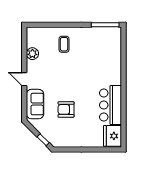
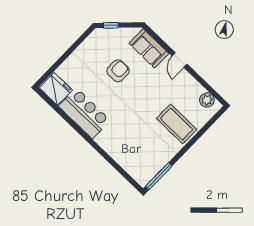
coffee table: (64, 44) -> (177, 124), width x1.86, depth x1.72
plant: (32, 54) -> (207, 100), moved
door: (24, 79) -> (180, 60), swing flipped

